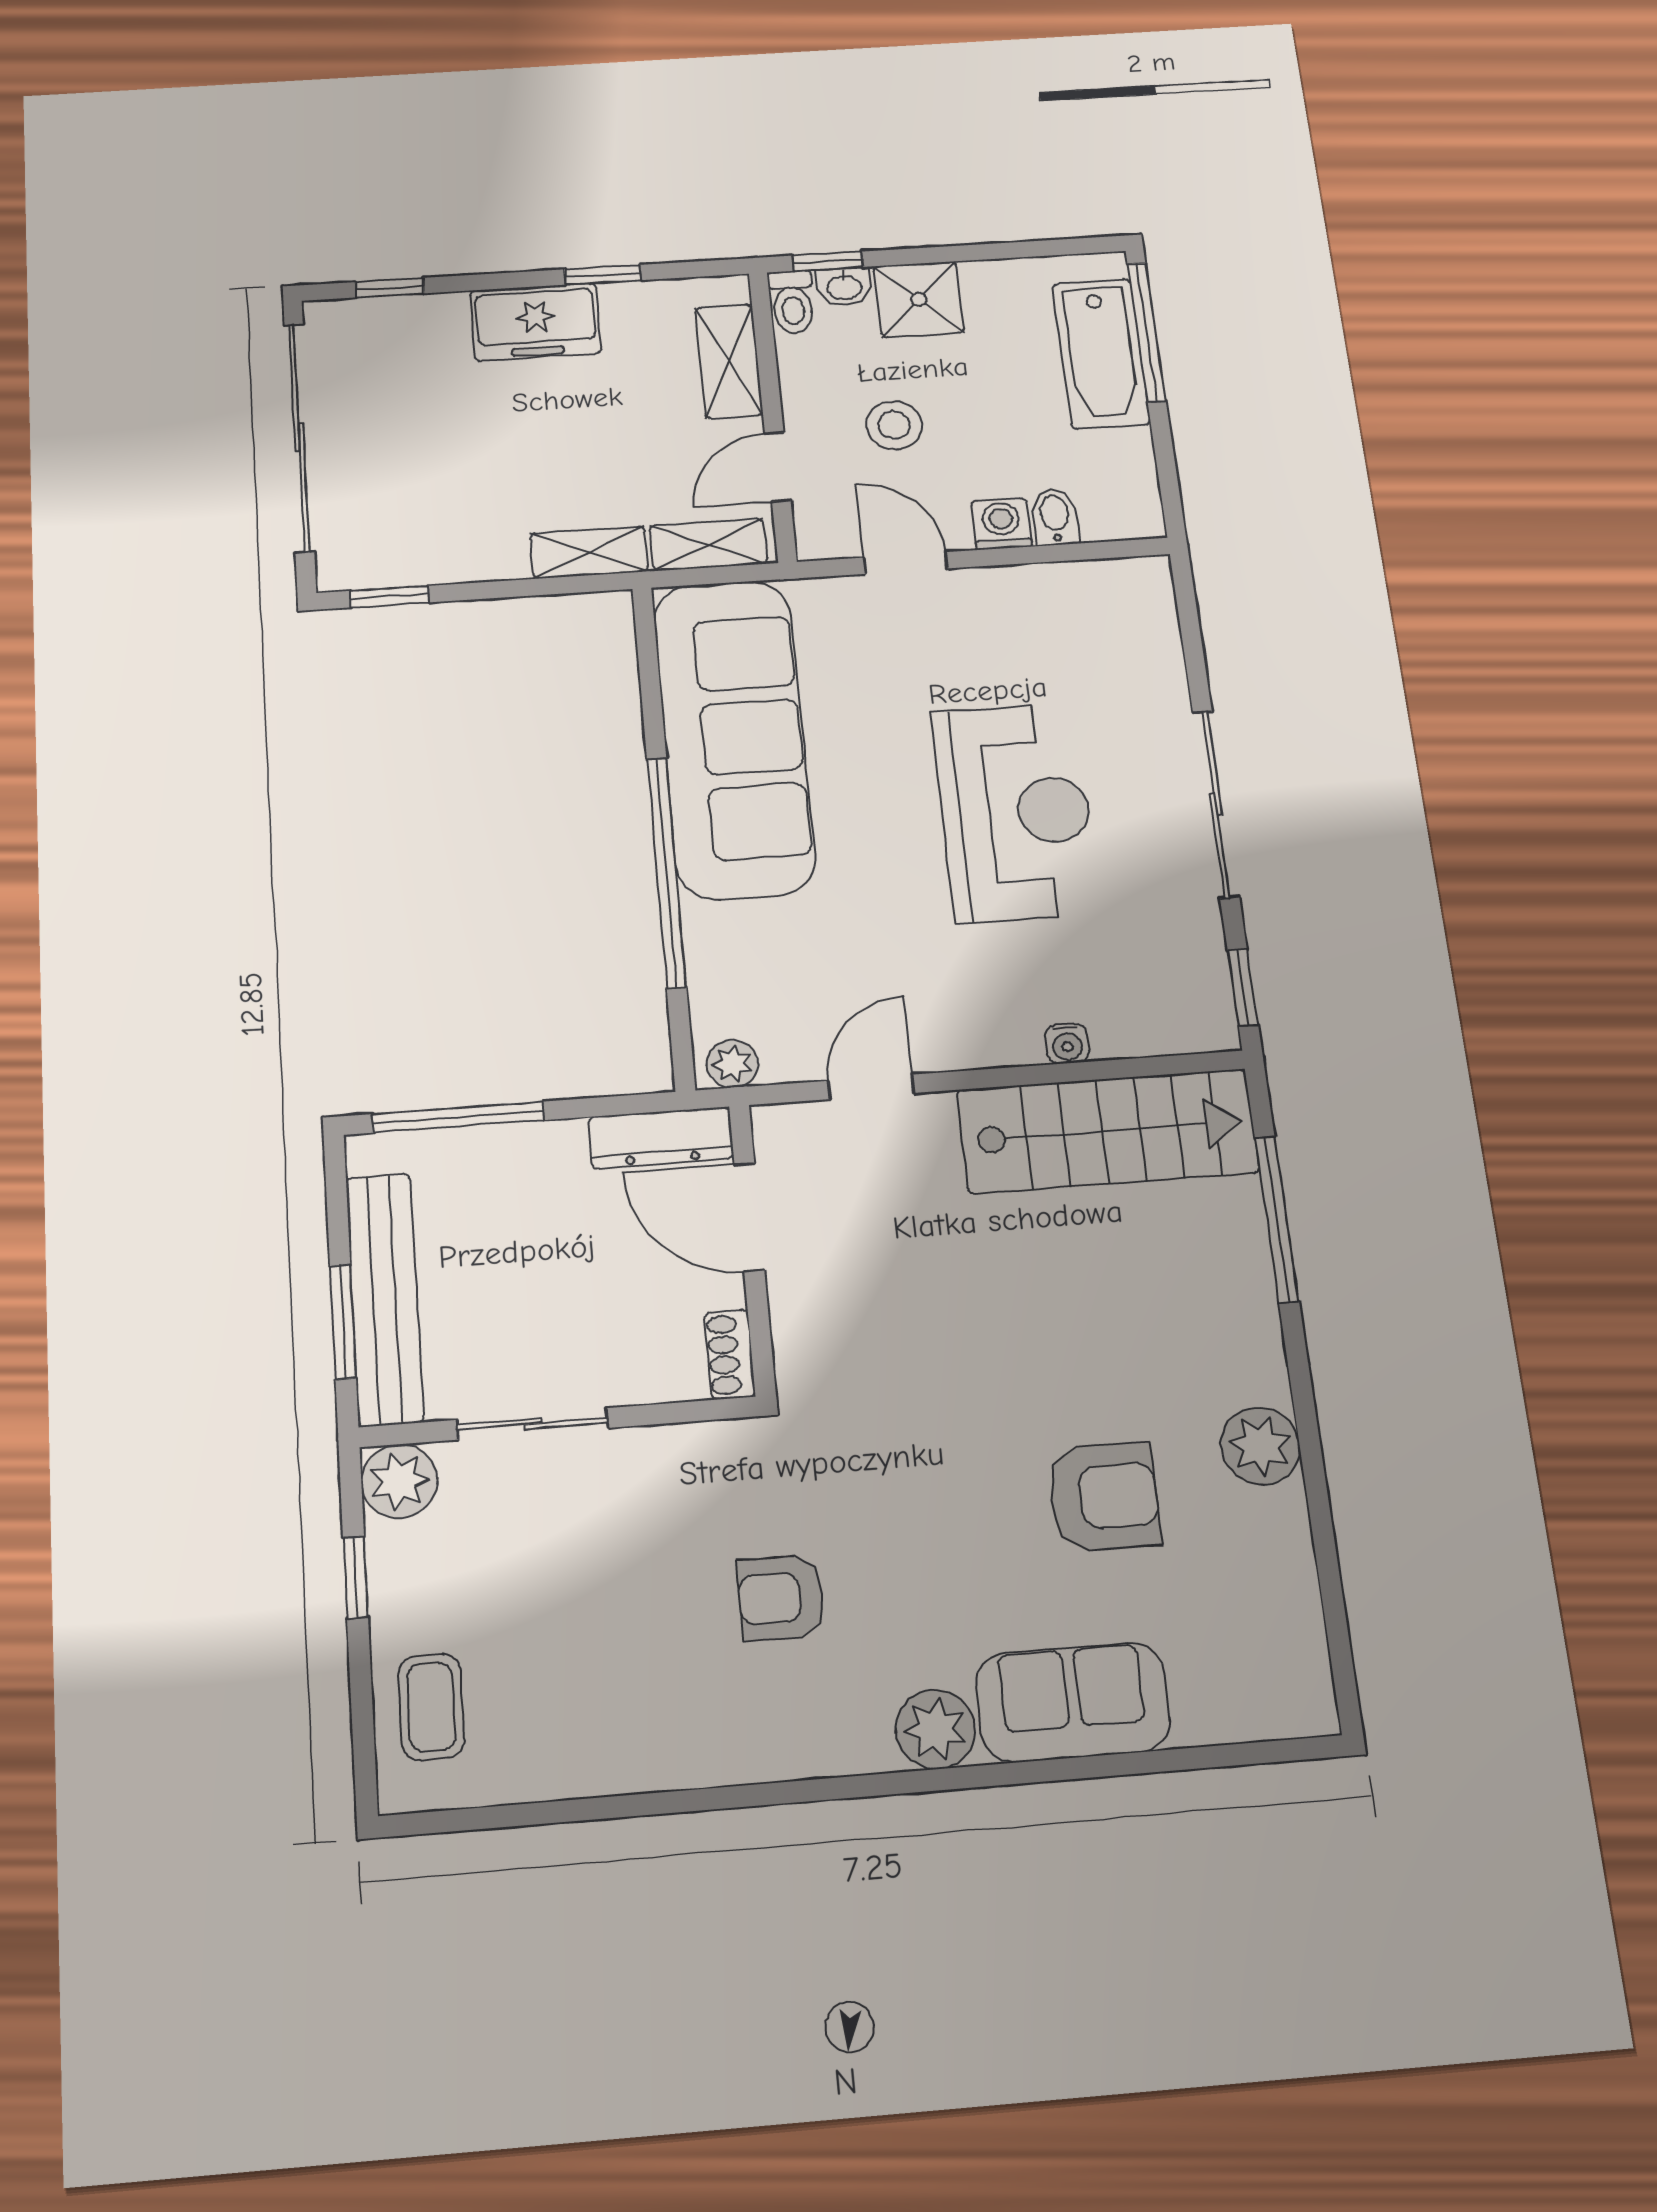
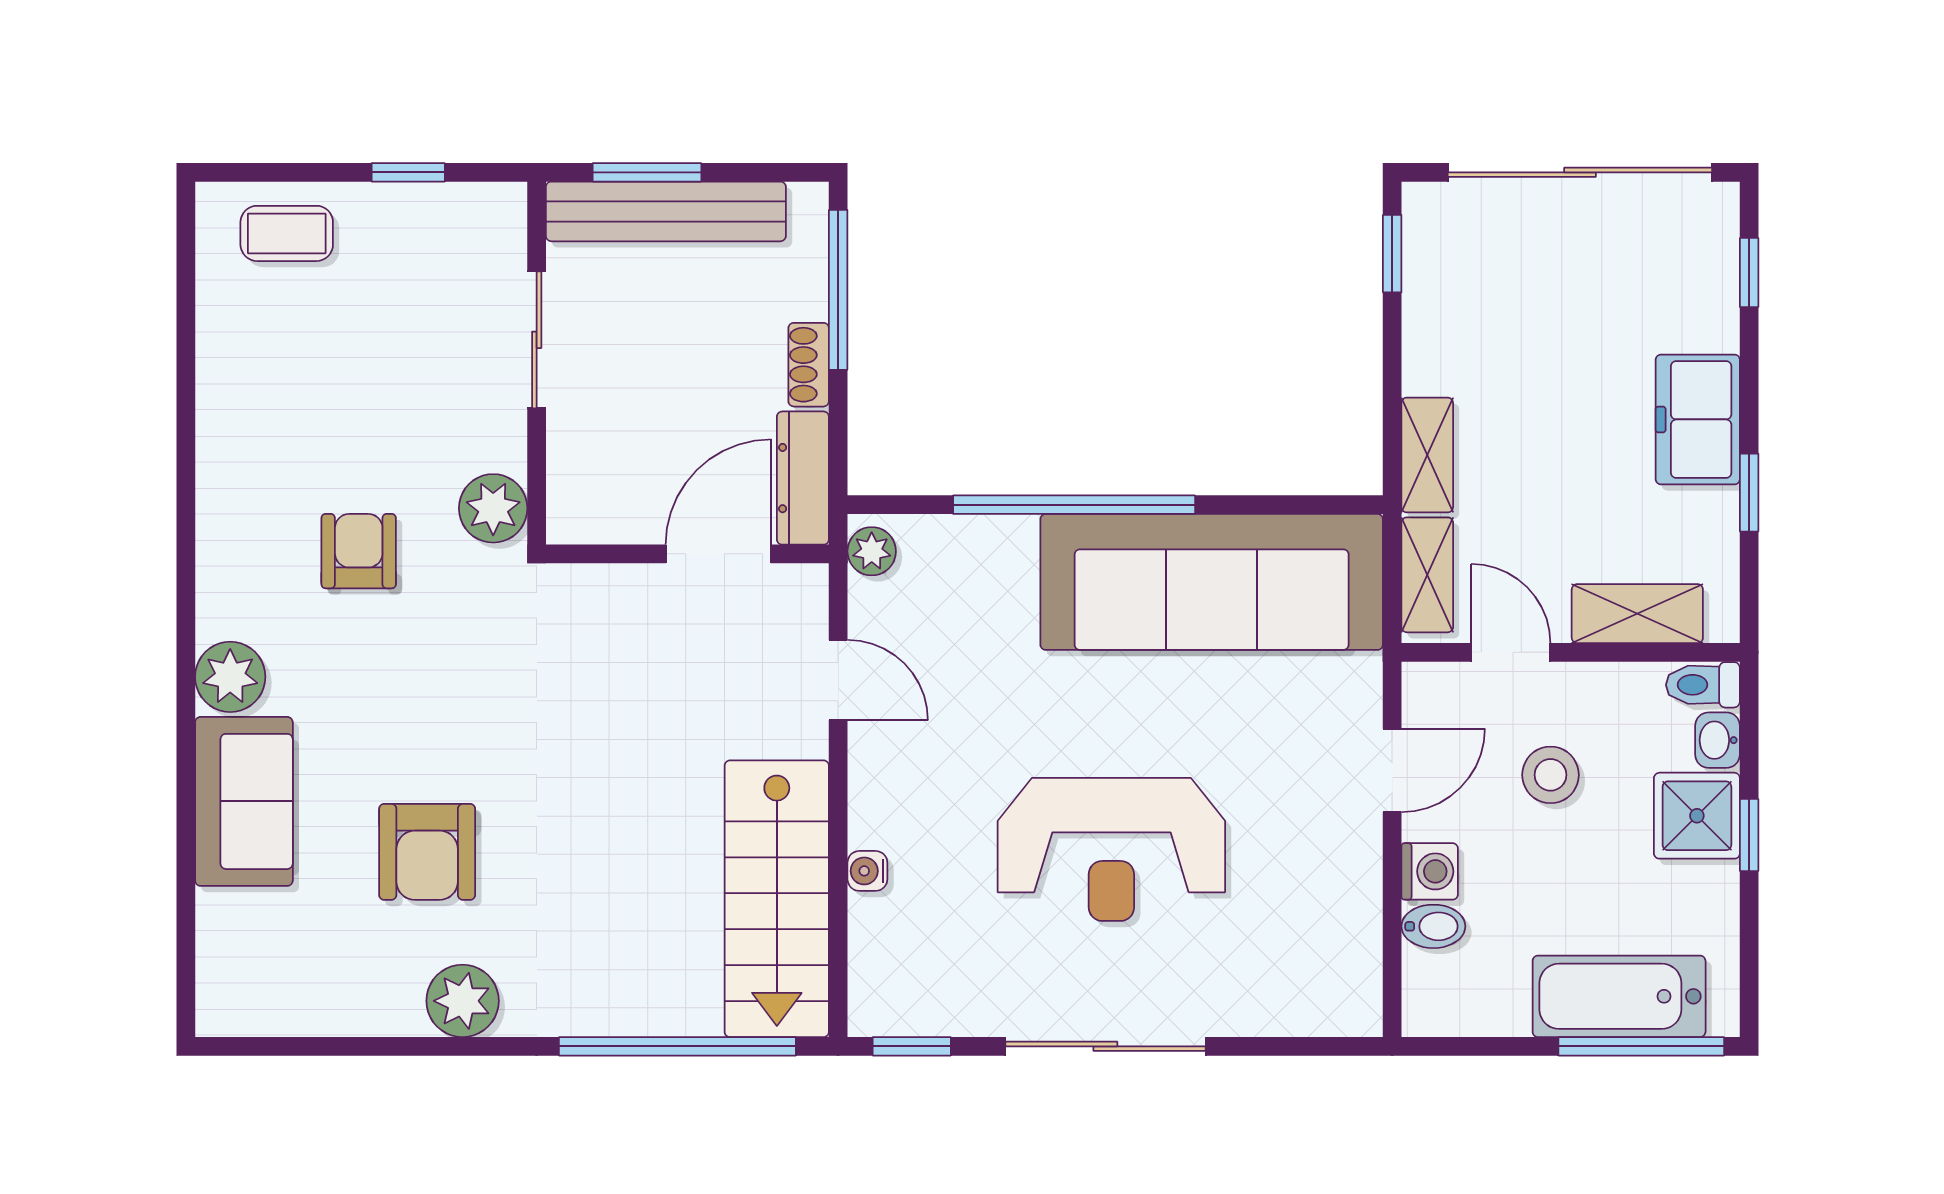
window: (828, 261) -> (1749, 835), moved
window: (1277, 1219) -> (677, 1046), width x1.46
shoe rack: (730, 1354) -> (809, 365), moved, turned -90
plant: (399, 1481) -> (493, 508), moved

